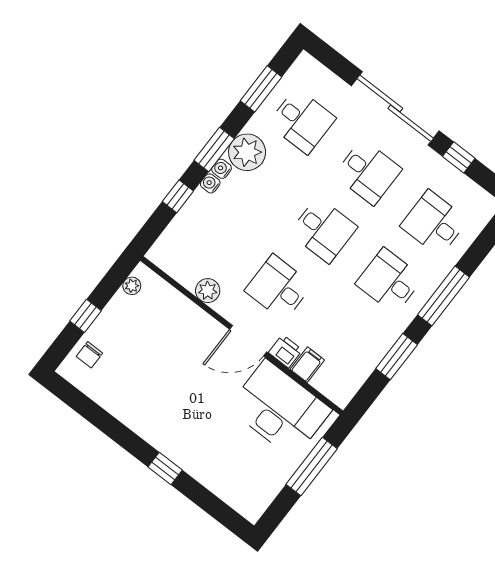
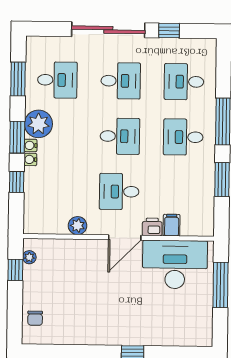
window: (86, 316) -> (15, 270), moved

